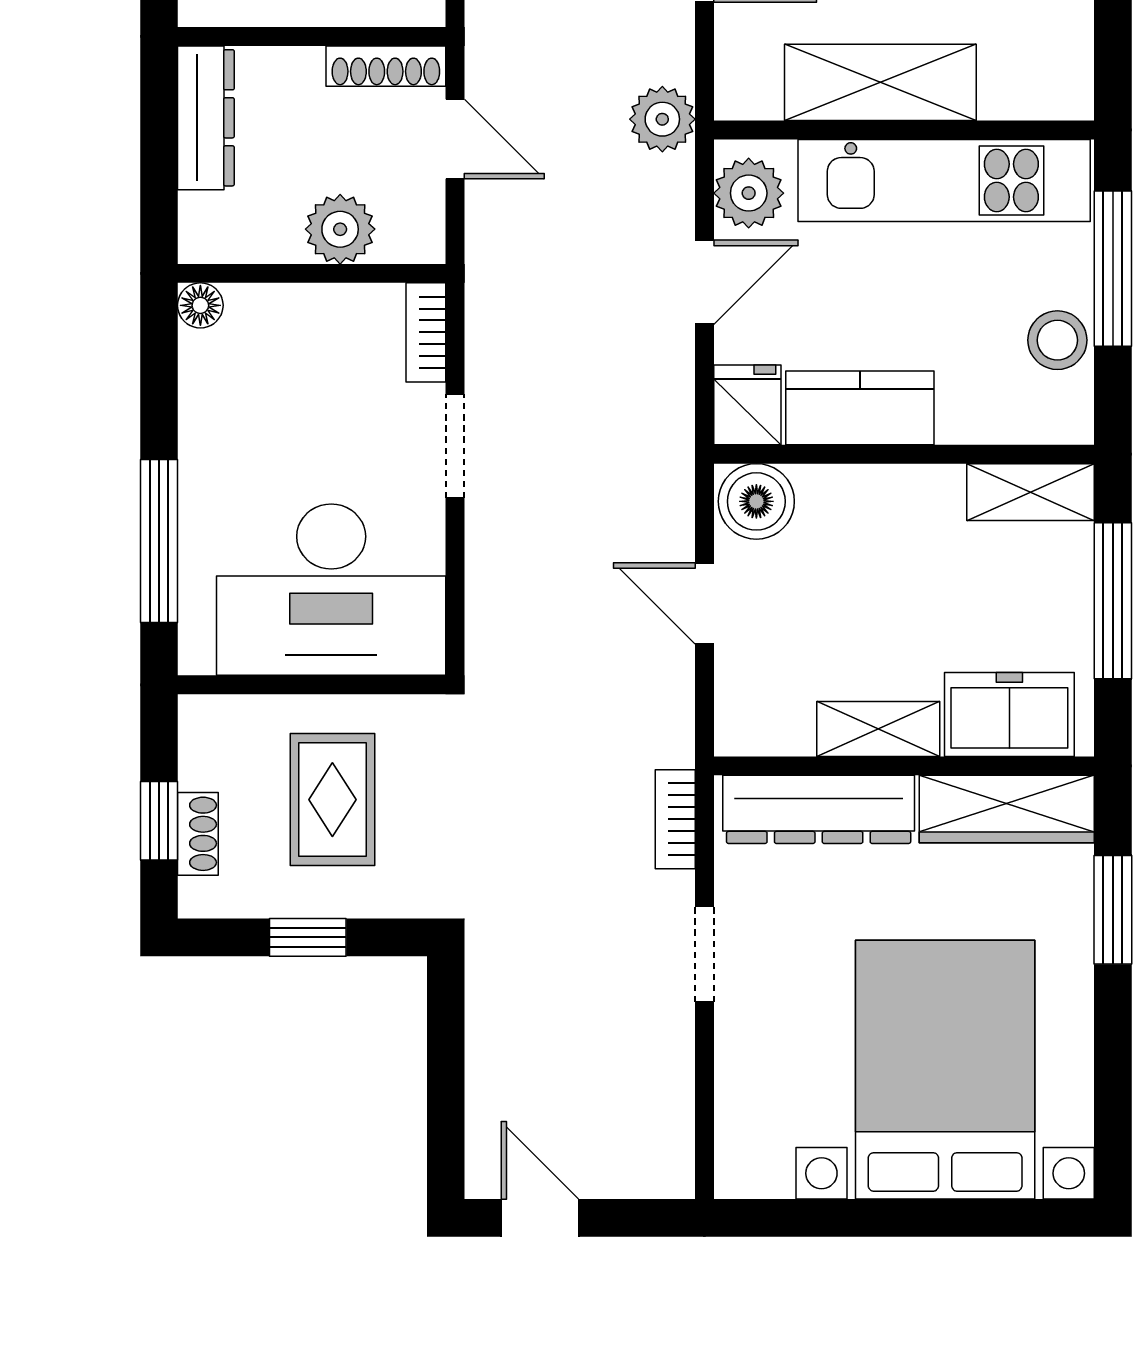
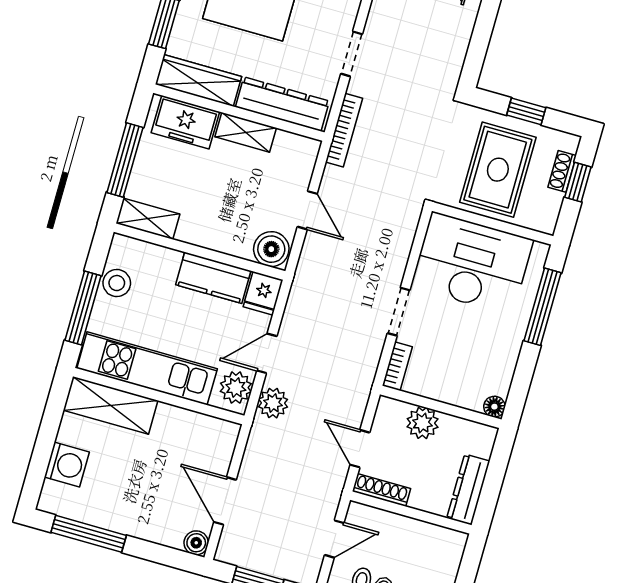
shelving: (880, 82) -> (111, 405), moved
plant: (662, 119) -> (273, 403), moved
rug: (332, 800) -> (498, 170), width x1.36, depth x1.43
bookcase: (675, 819) -> (344, 130), width x1.56

